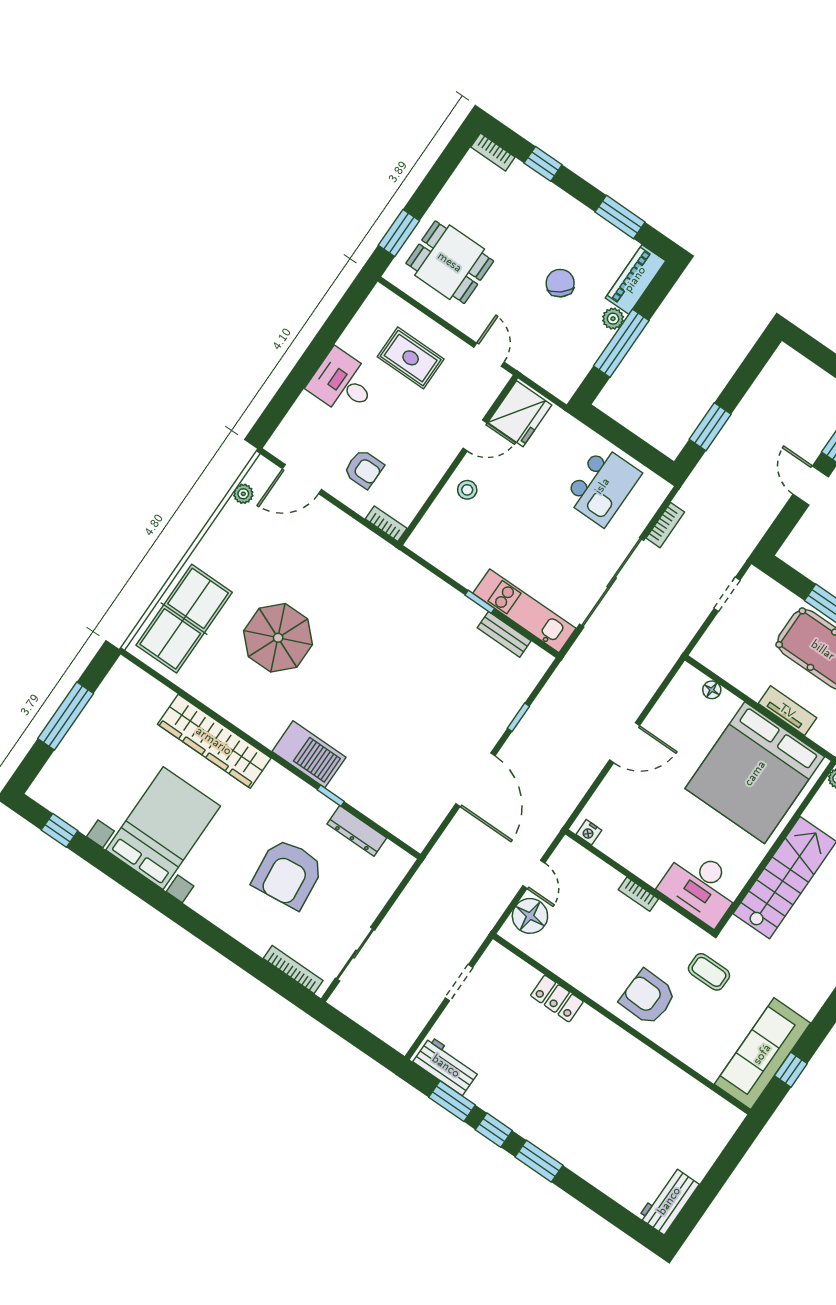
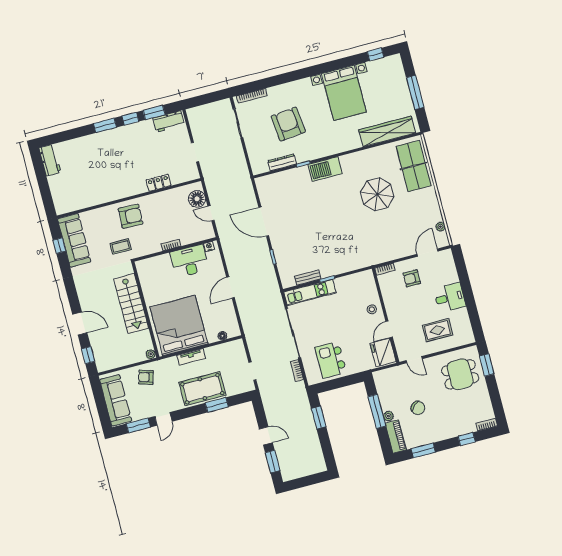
wardrobe: (214, 741) -> (387, 131), moved
desk: (701, 886) -> (189, 261), moved

